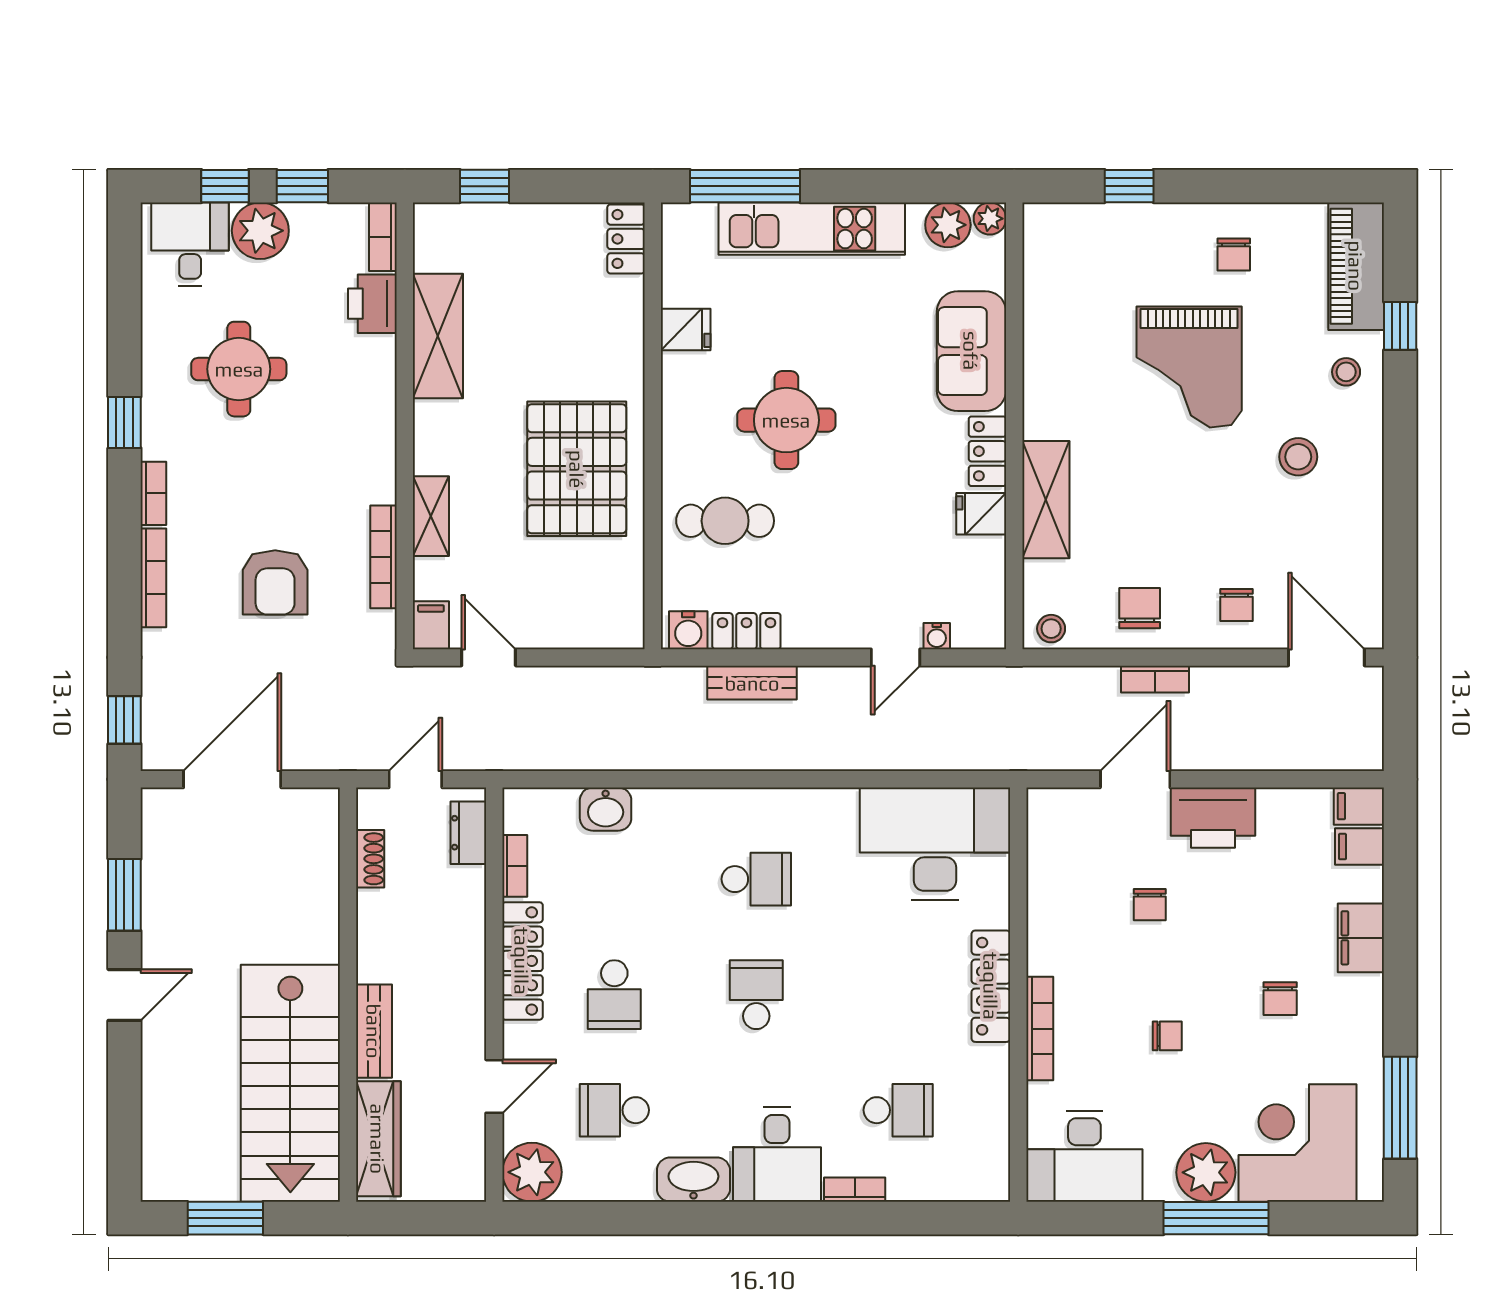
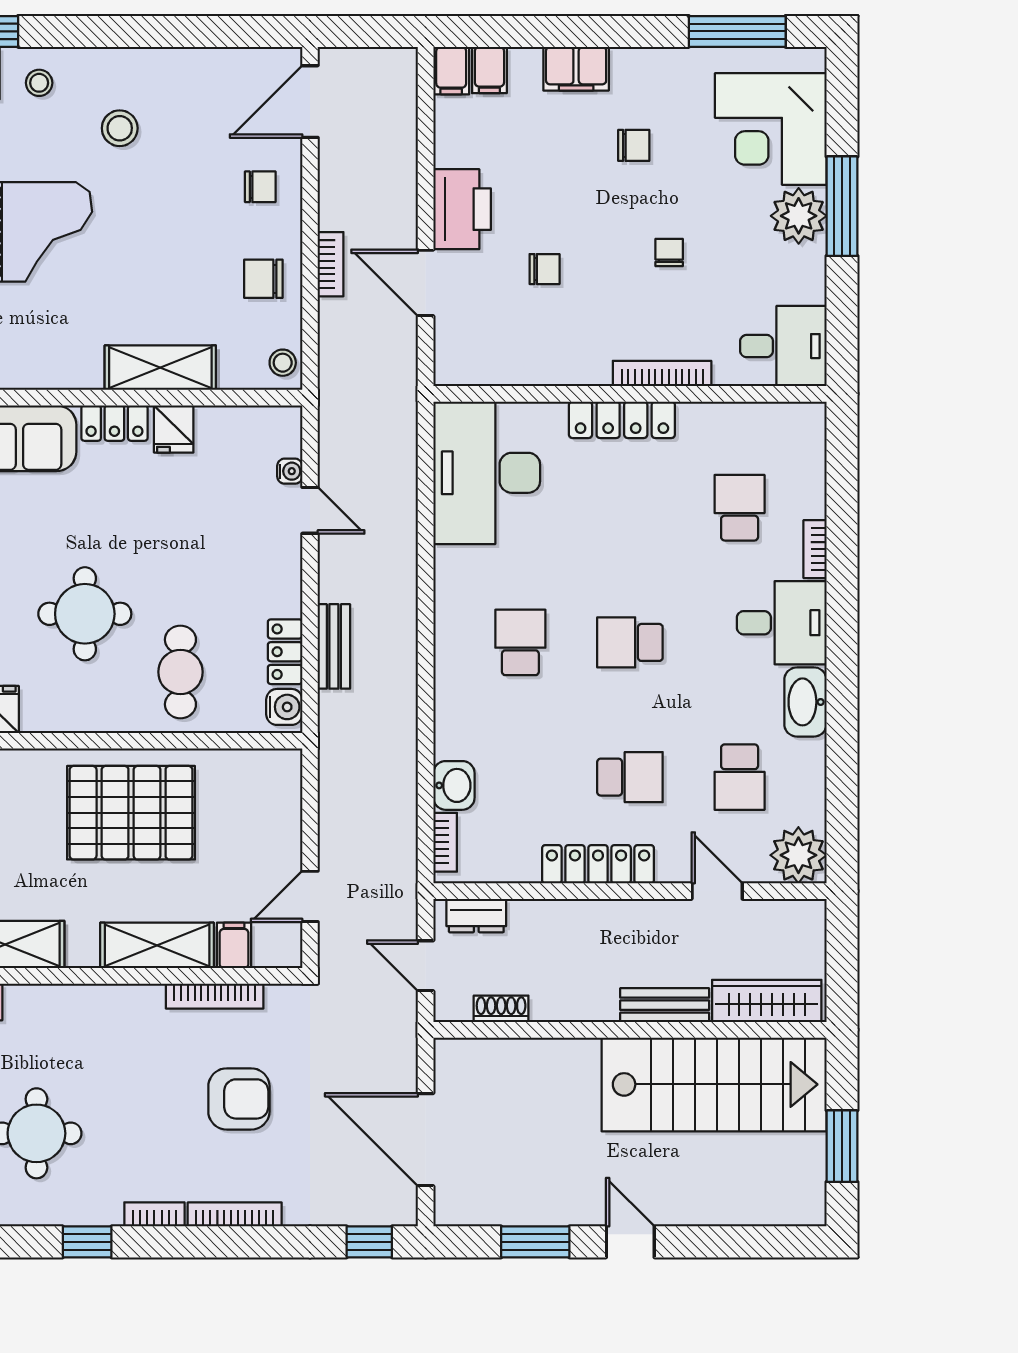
shelving: (431, 516) -> (157, 945), width x1.50, depth x1.33
filing cabinet: (431, 625) -> (234, 945), moved, turned 90
bookcase: (515, 866) -> (445, 842), moved, turned 90
desk: (1084, 1156) -> (783, 346), width x0.73

